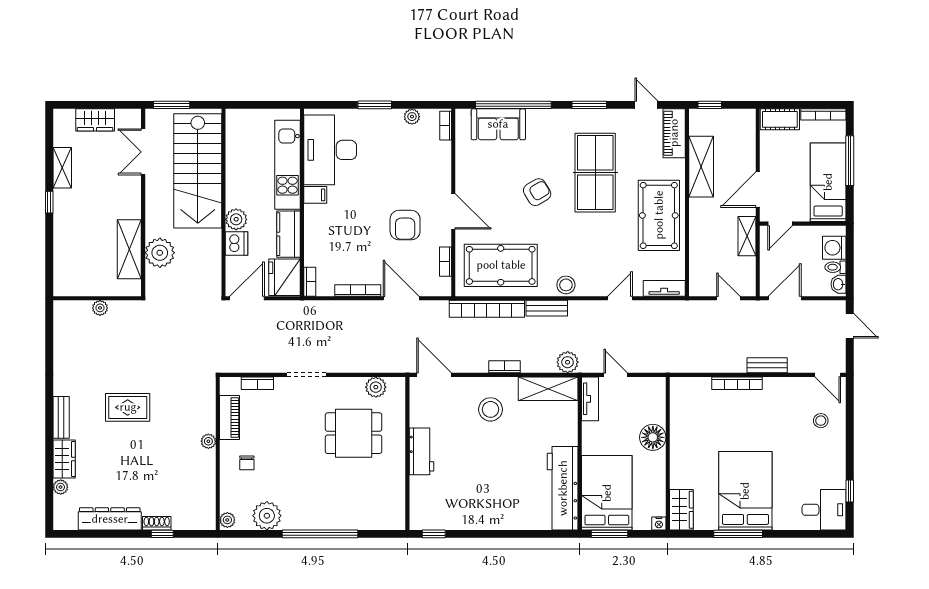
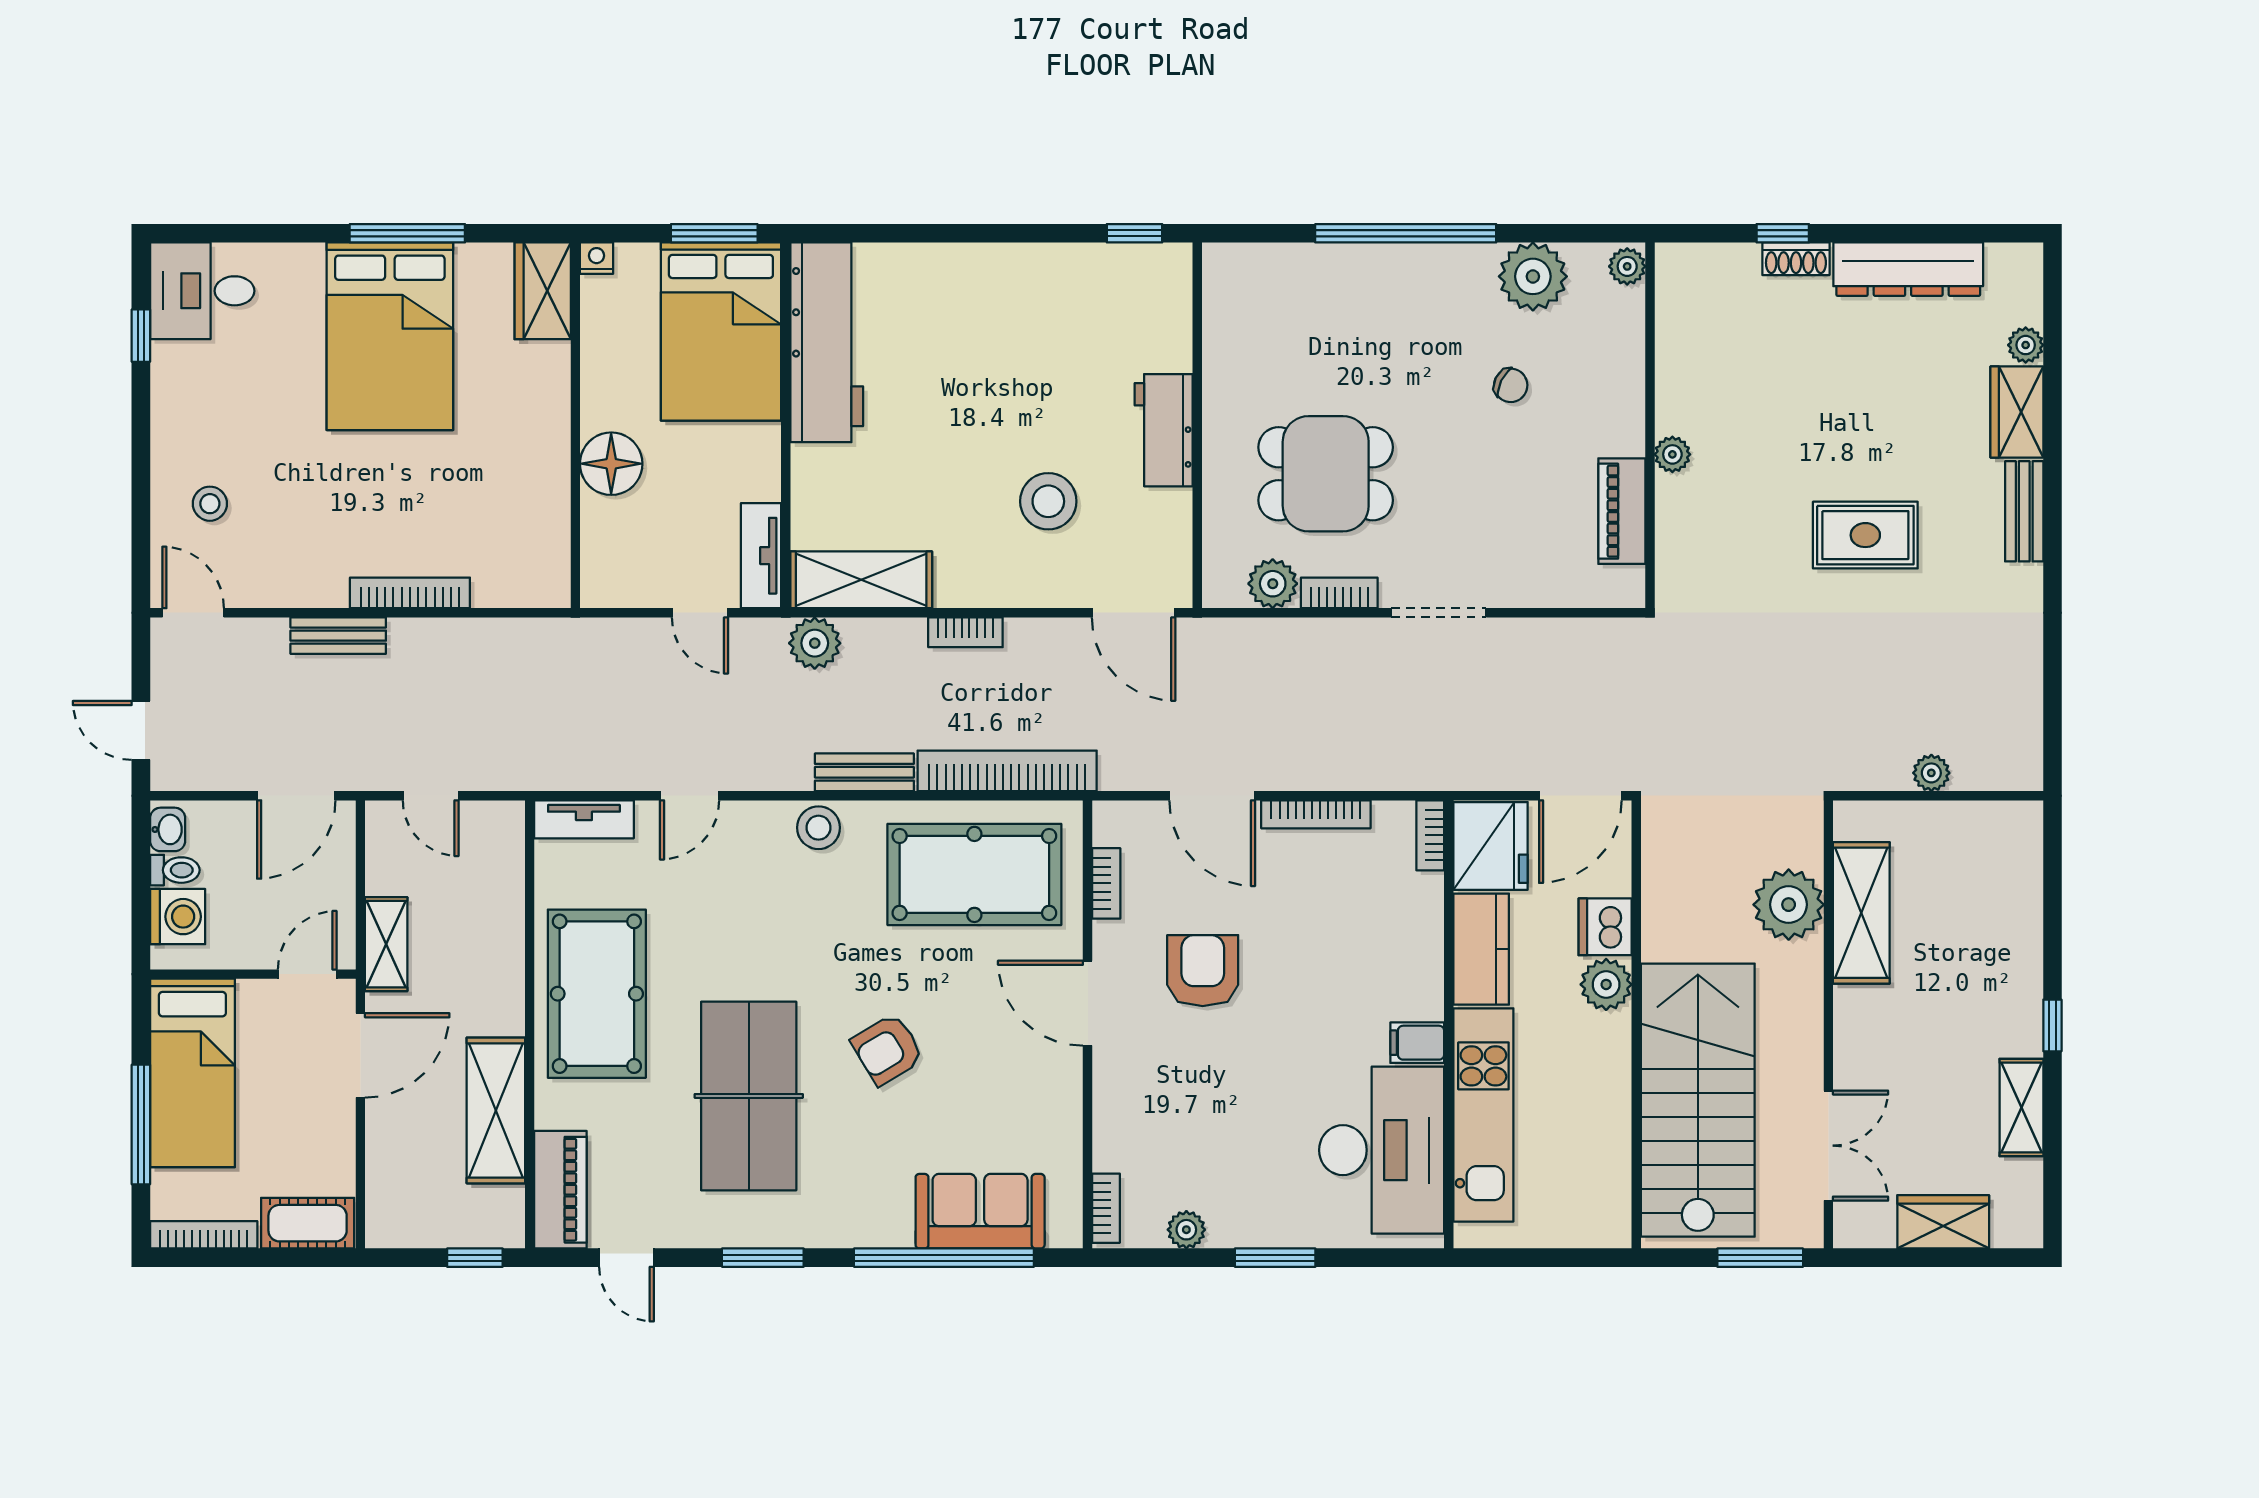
bookcase: (257, 383) -> (1339, 593), moved
stool: (491, 409) -> (1048, 501), moved
chair: (247, 463) -> (1511, 385), moved, turned 116

